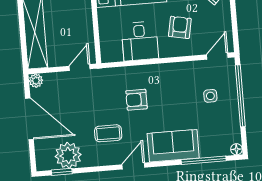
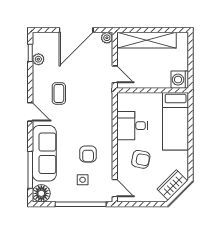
armchair: (137, 100) -> (88, 154), moved, turned 180
sofa: (173, 146) -> (44, 153), width x1.36
floor lamp: (236, 149) -> (41, 193), width x1.89, depth x1.89
plant: (68, 155) -> (38, 59), width x0.53, depth x0.53

